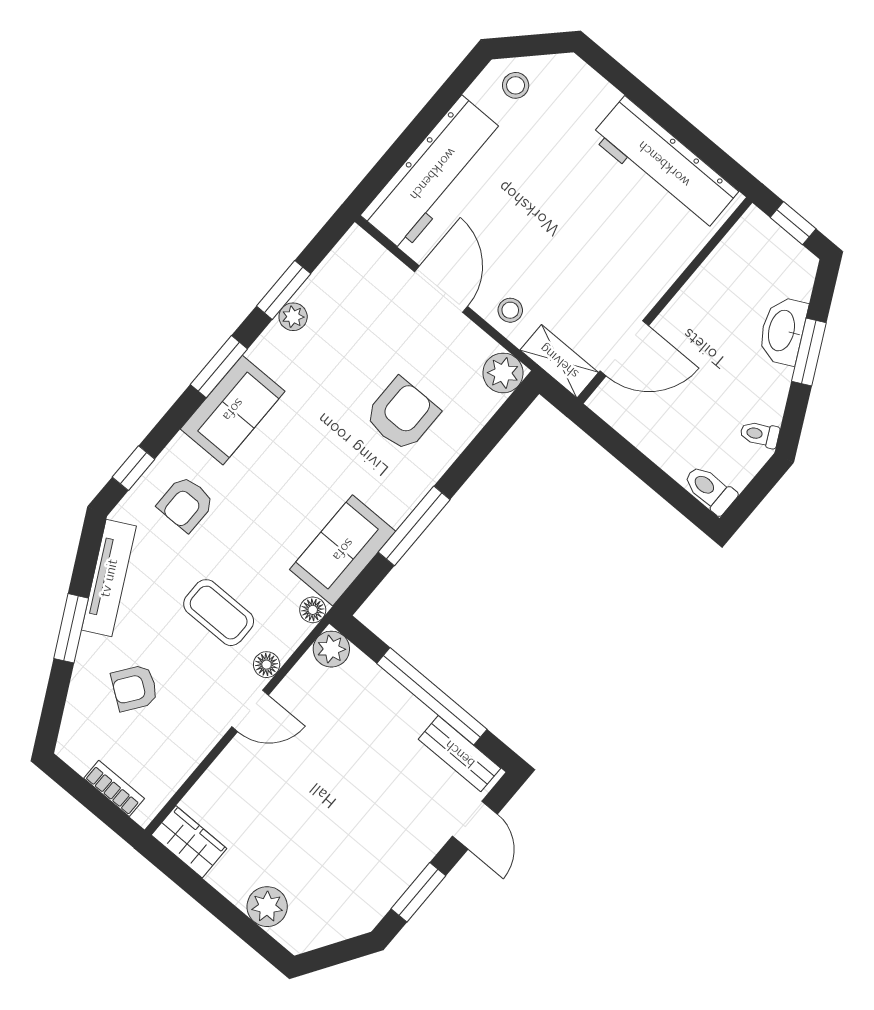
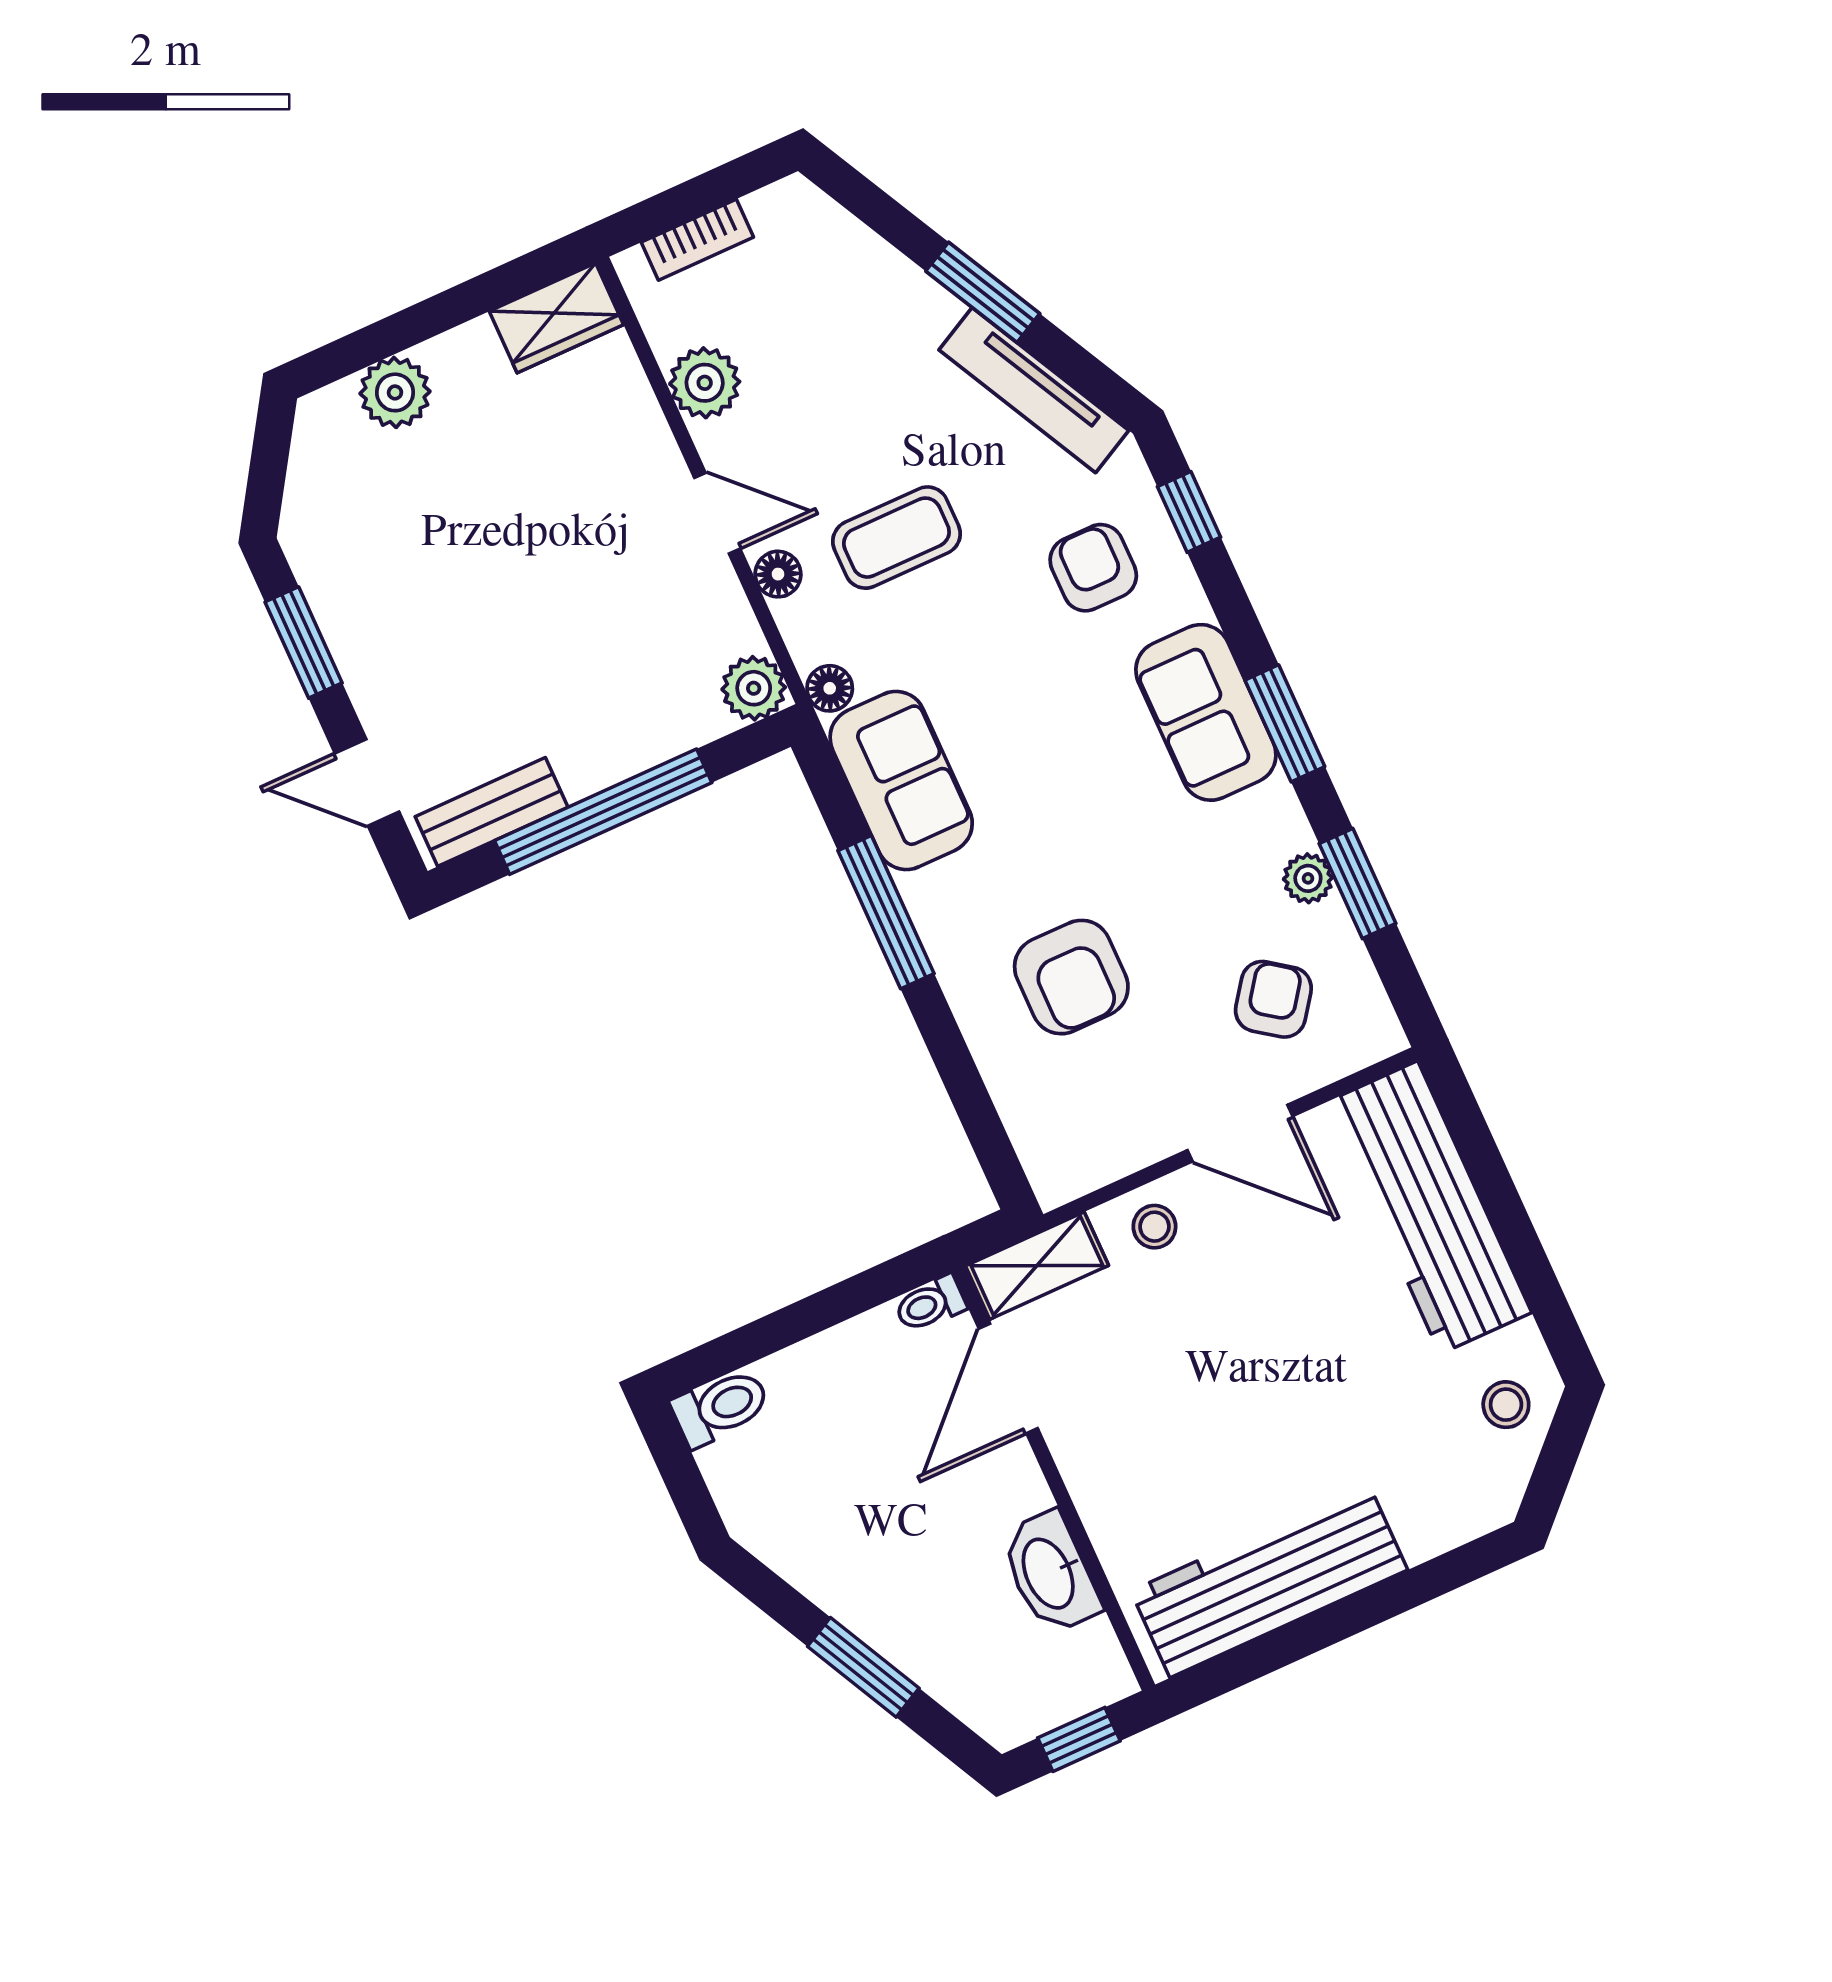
washbasin: (783, 331) -> (1050, 1573), moved, turned -153
plant: (503, 373) -> (705, 383), moved
toilet: (760, 434) -> (930, 1304), moved, turned -153
armchair: (135, 688) -> (1273, 999), moved
door: (250, 711) -> (717, 513), swing flipped

